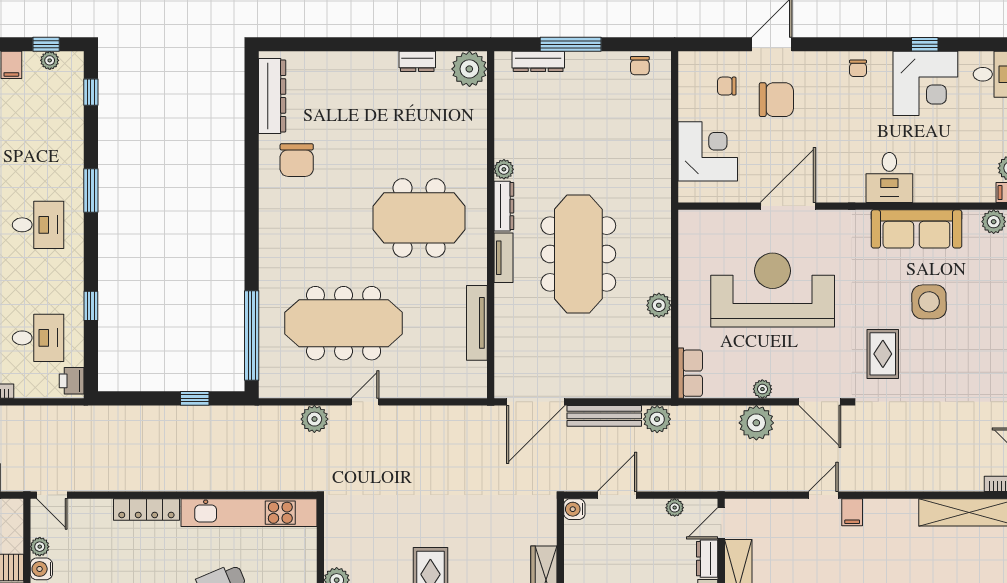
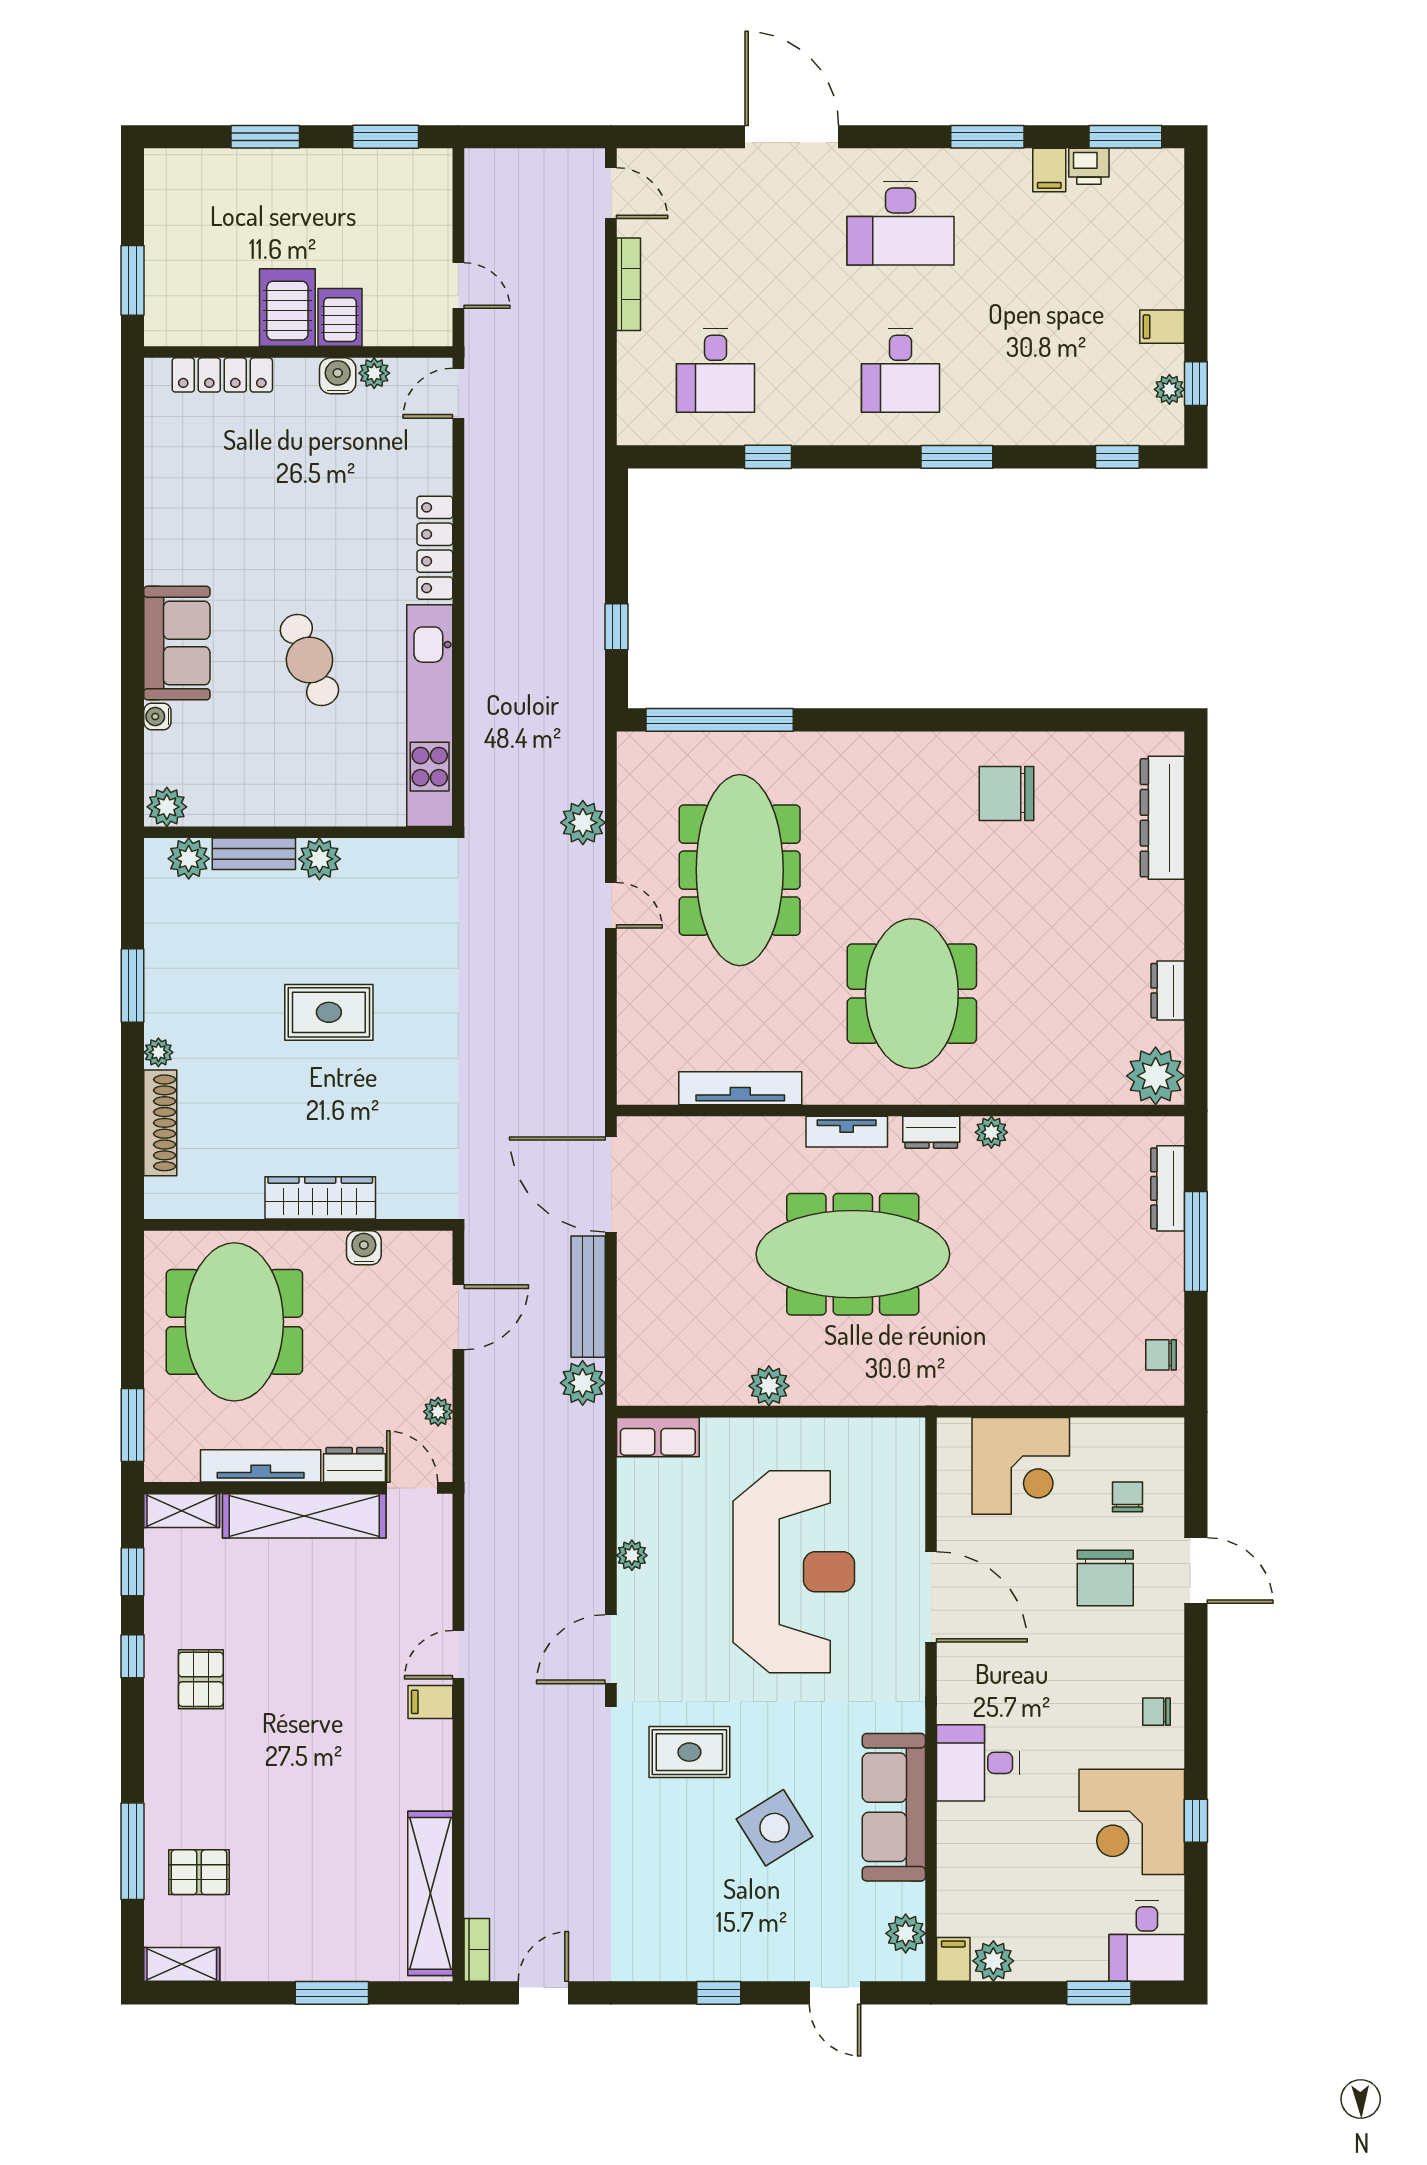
dresser: (272, 96) -> (1162, 818), moved, turned 90
dresser: (504, 206) -> (931, 1132), width x0.70
side table: (929, 302) -> (775, 1828), turned -31
printer: (72, 381) -> (645, 425), removed
plant: (756, 423) -> (577, 1545), removed
door: (617, 495) -> (458, 1317), hinge flipped
door: (823, 495) -> (458, 1655), swing flipped
water cooler: (574, 509) -> (364, 1248), moved

